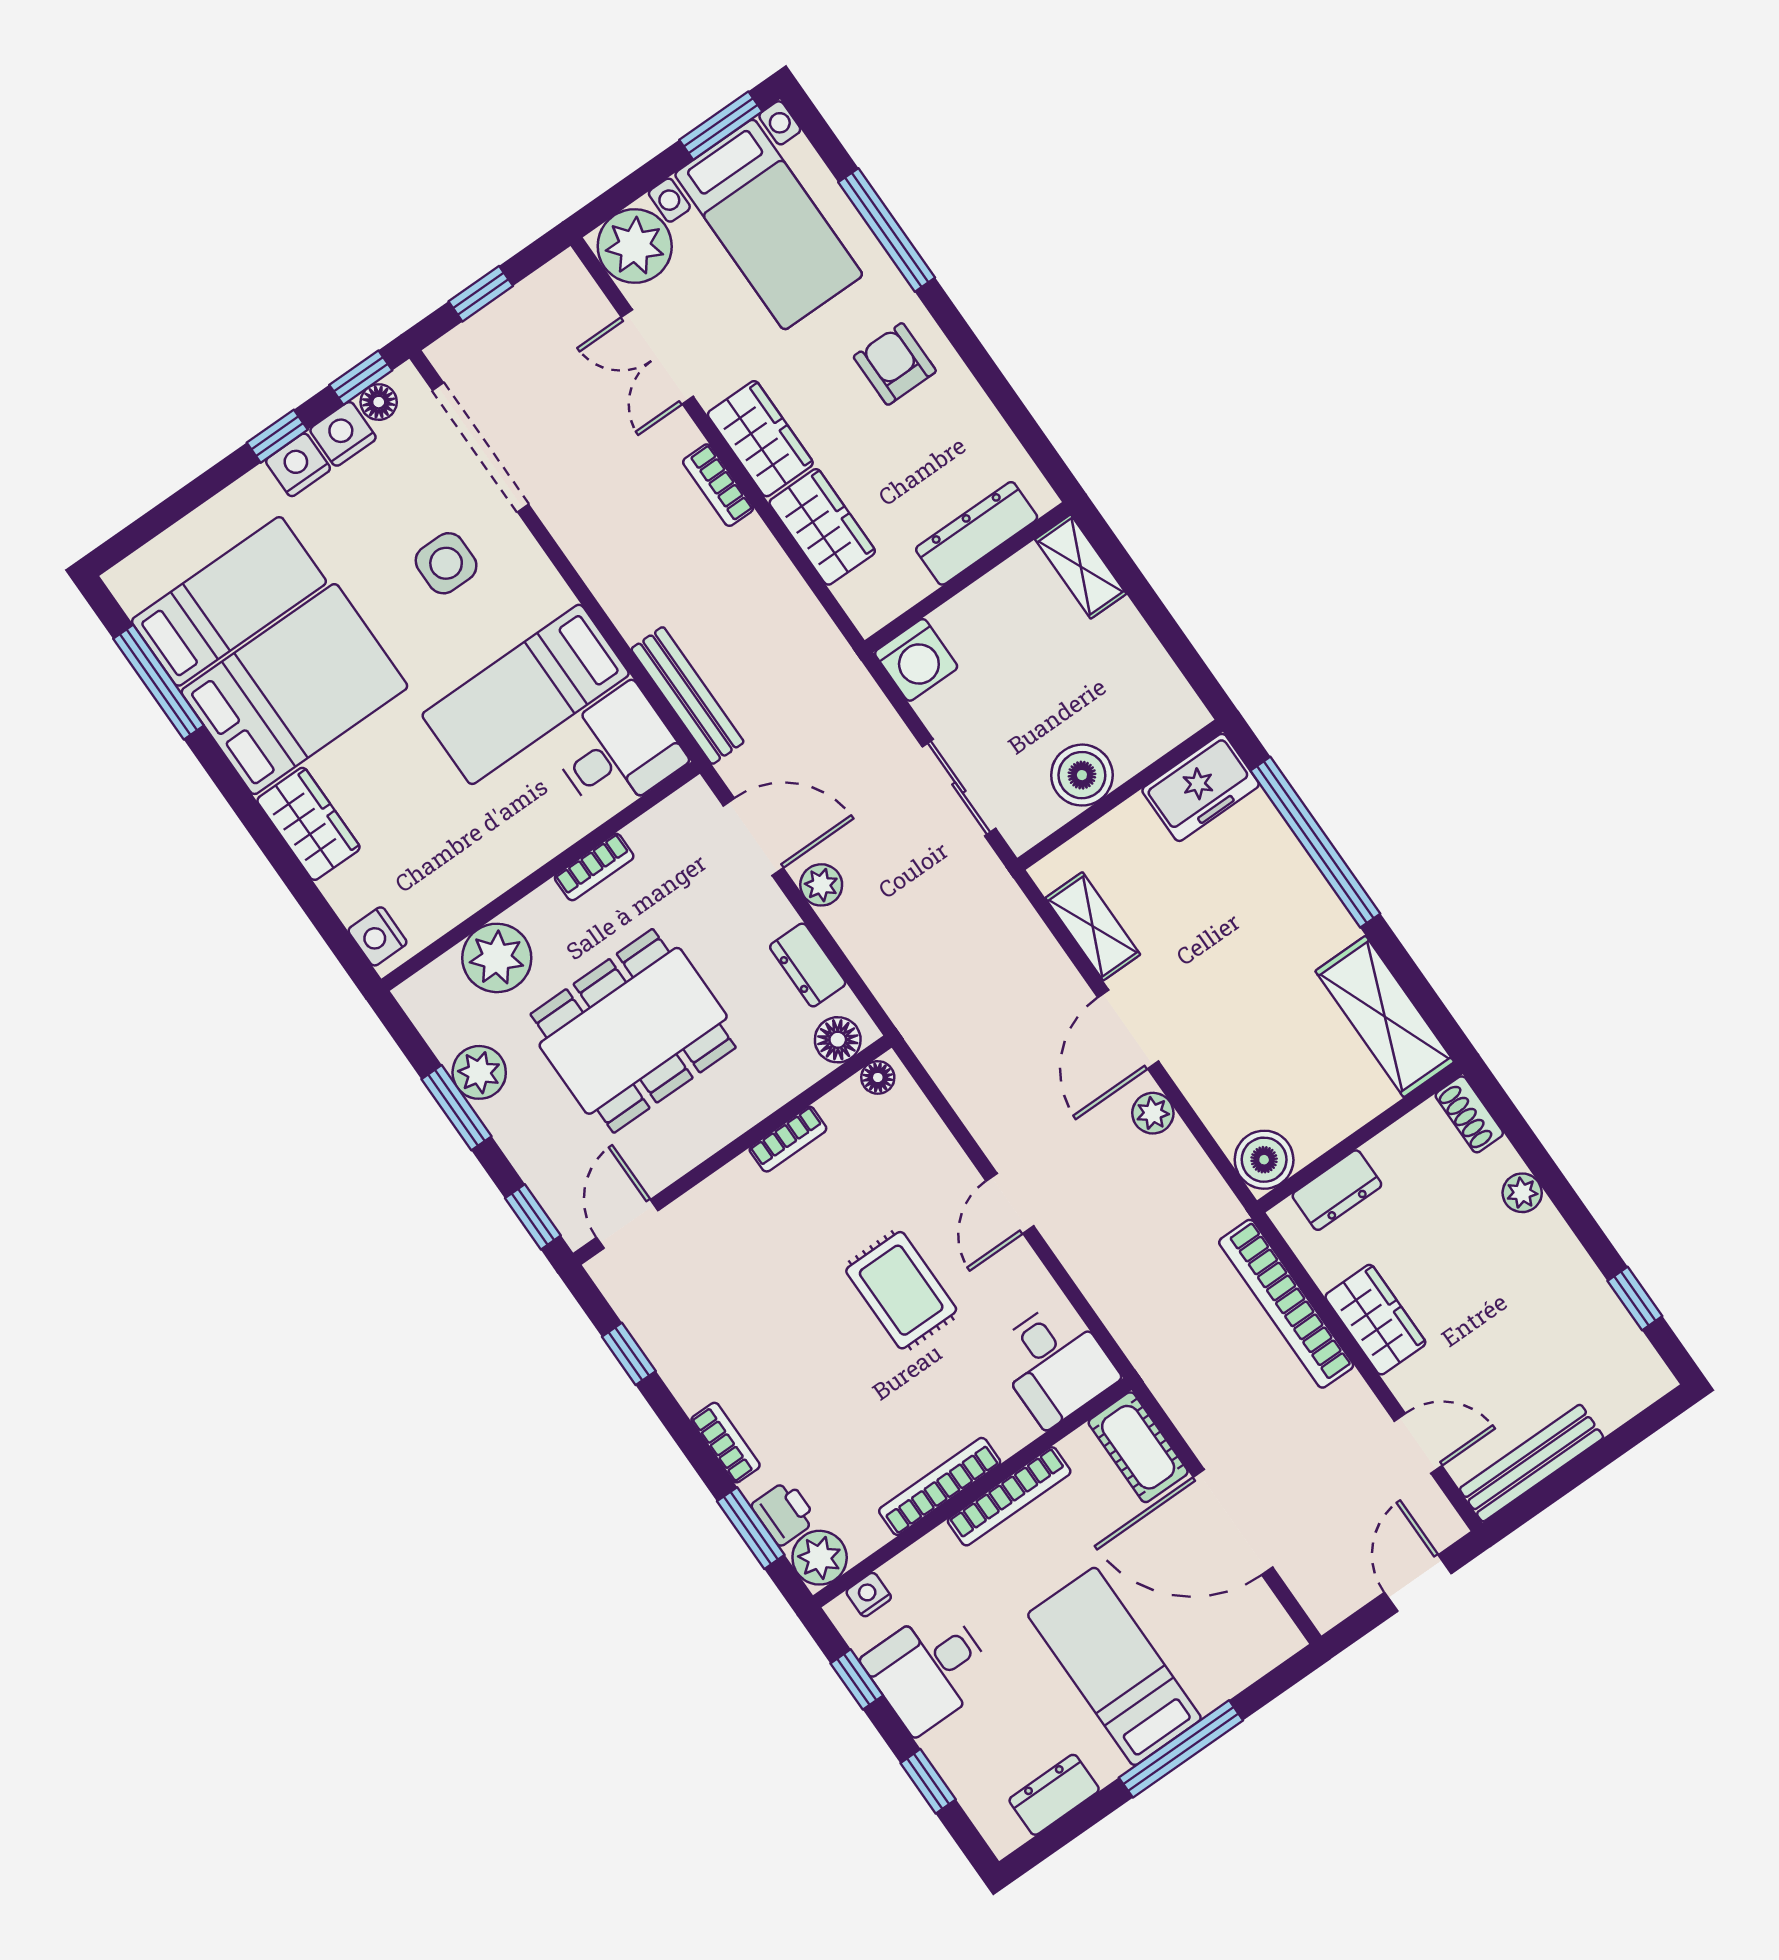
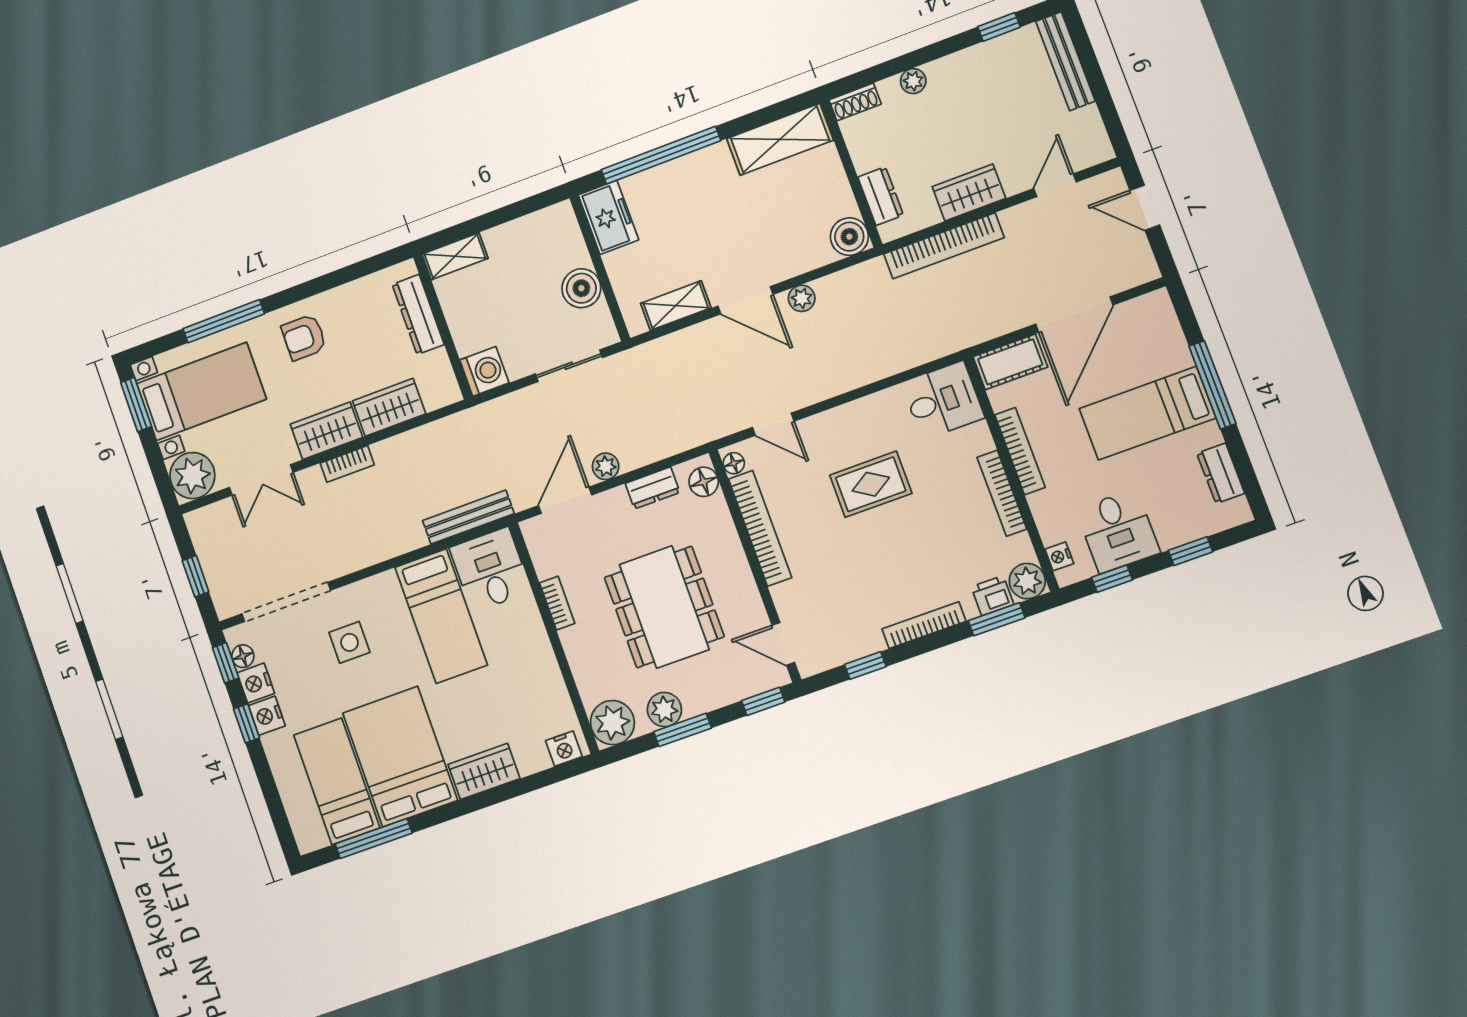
plant: (497, 958) -> (612, 723), moved
bookcase: (788, 1139) -> (760, 528), width x2.31, depth x1.31
door: (1010, 1204) -> (773, 424), moved
bookcase: (726, 1443) -> (924, 625), width x1.56
bench: (1531, 1463) -> (1065, 61), moved

